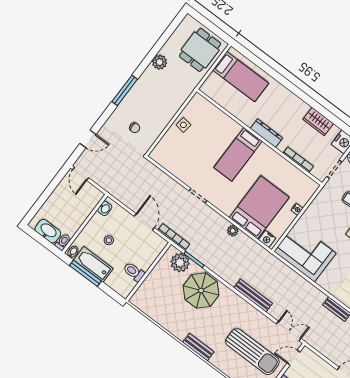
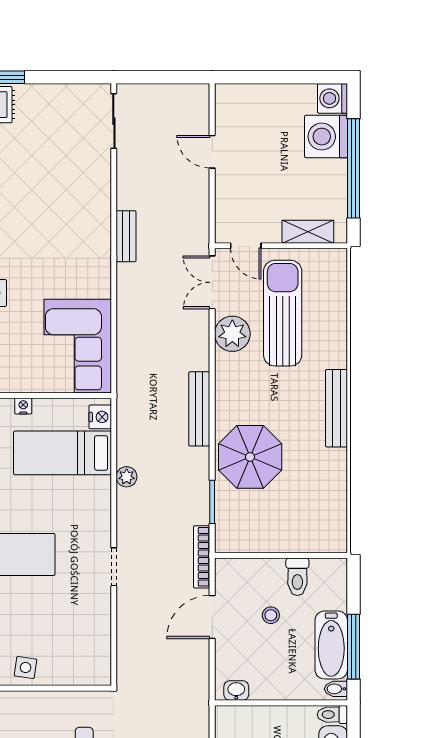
bed: (259, 207) -> (63, 453), width x0.67
stool: (109, 240) -> (271, 615), moved
plant: (180, 263) -> (232, 334), moved
bench: (253, 296) -> (199, 409), moved
bench: (198, 347) -> (336, 408), width x1.36

